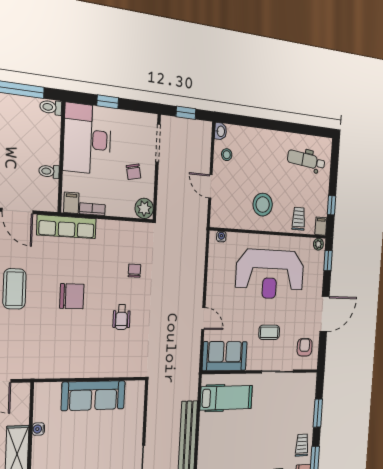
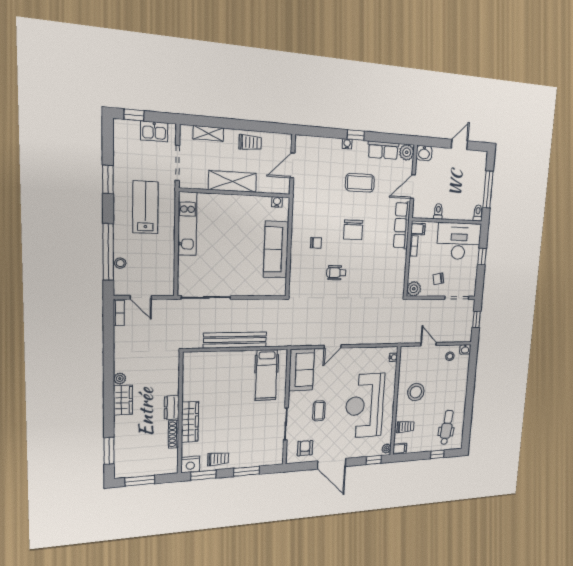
door: (210, 186) -> (429, 344), hinge flipped
window: (332, 205) -> (437, 454), moved
chair: (134, 271) -> (316, 243), moved
armchair: (305, 347) -> (305, 448), turned -90
water cooler: (38, 429) -> (277, 202), moved

